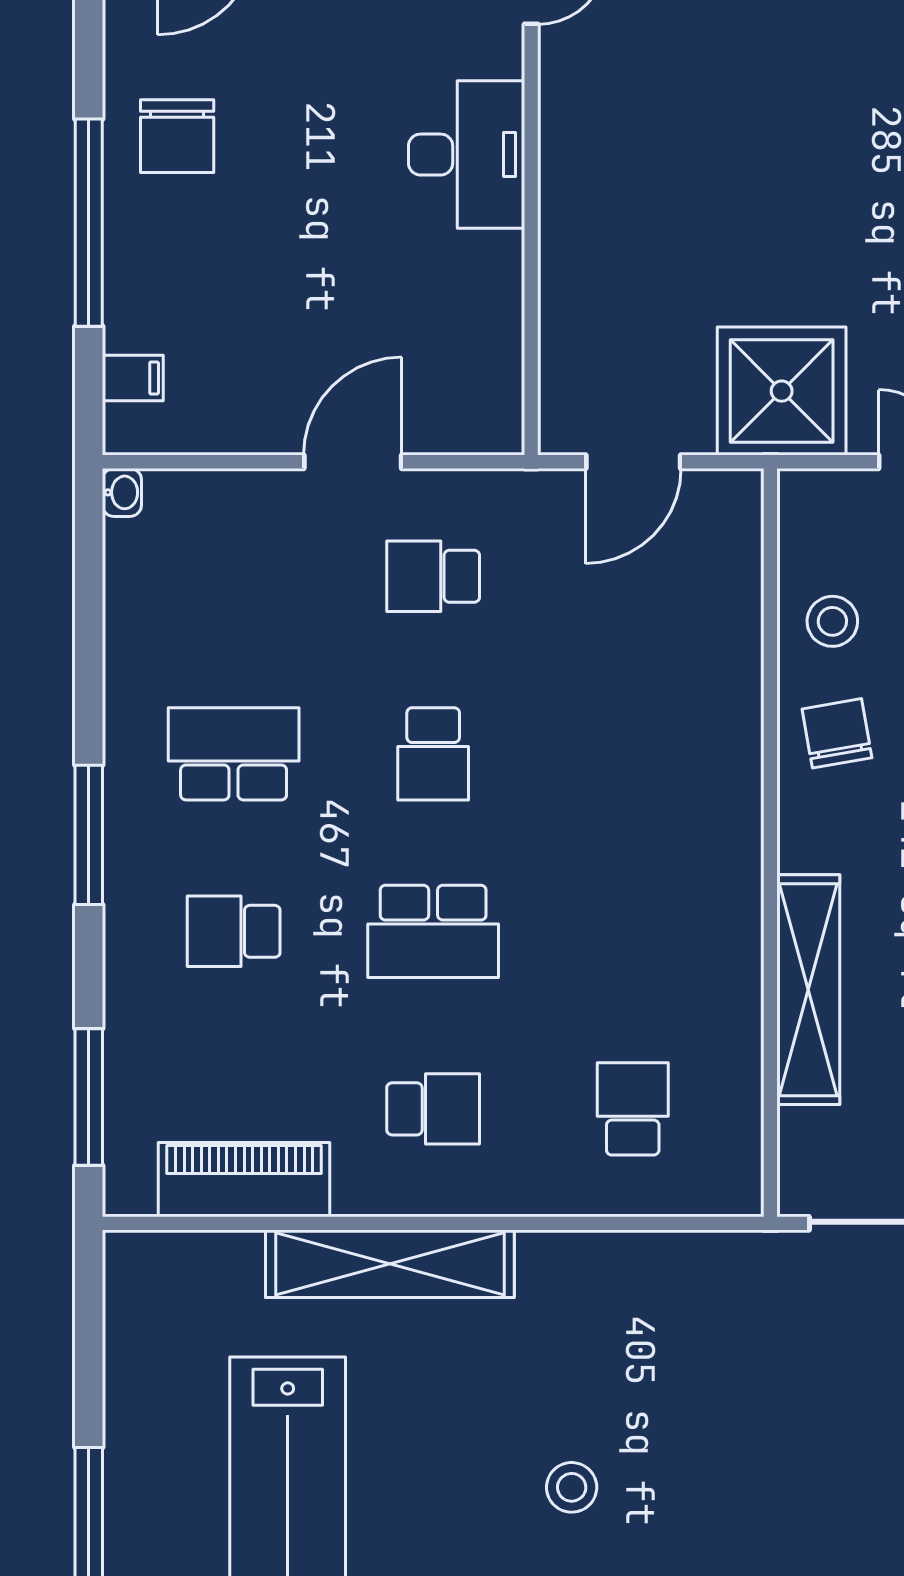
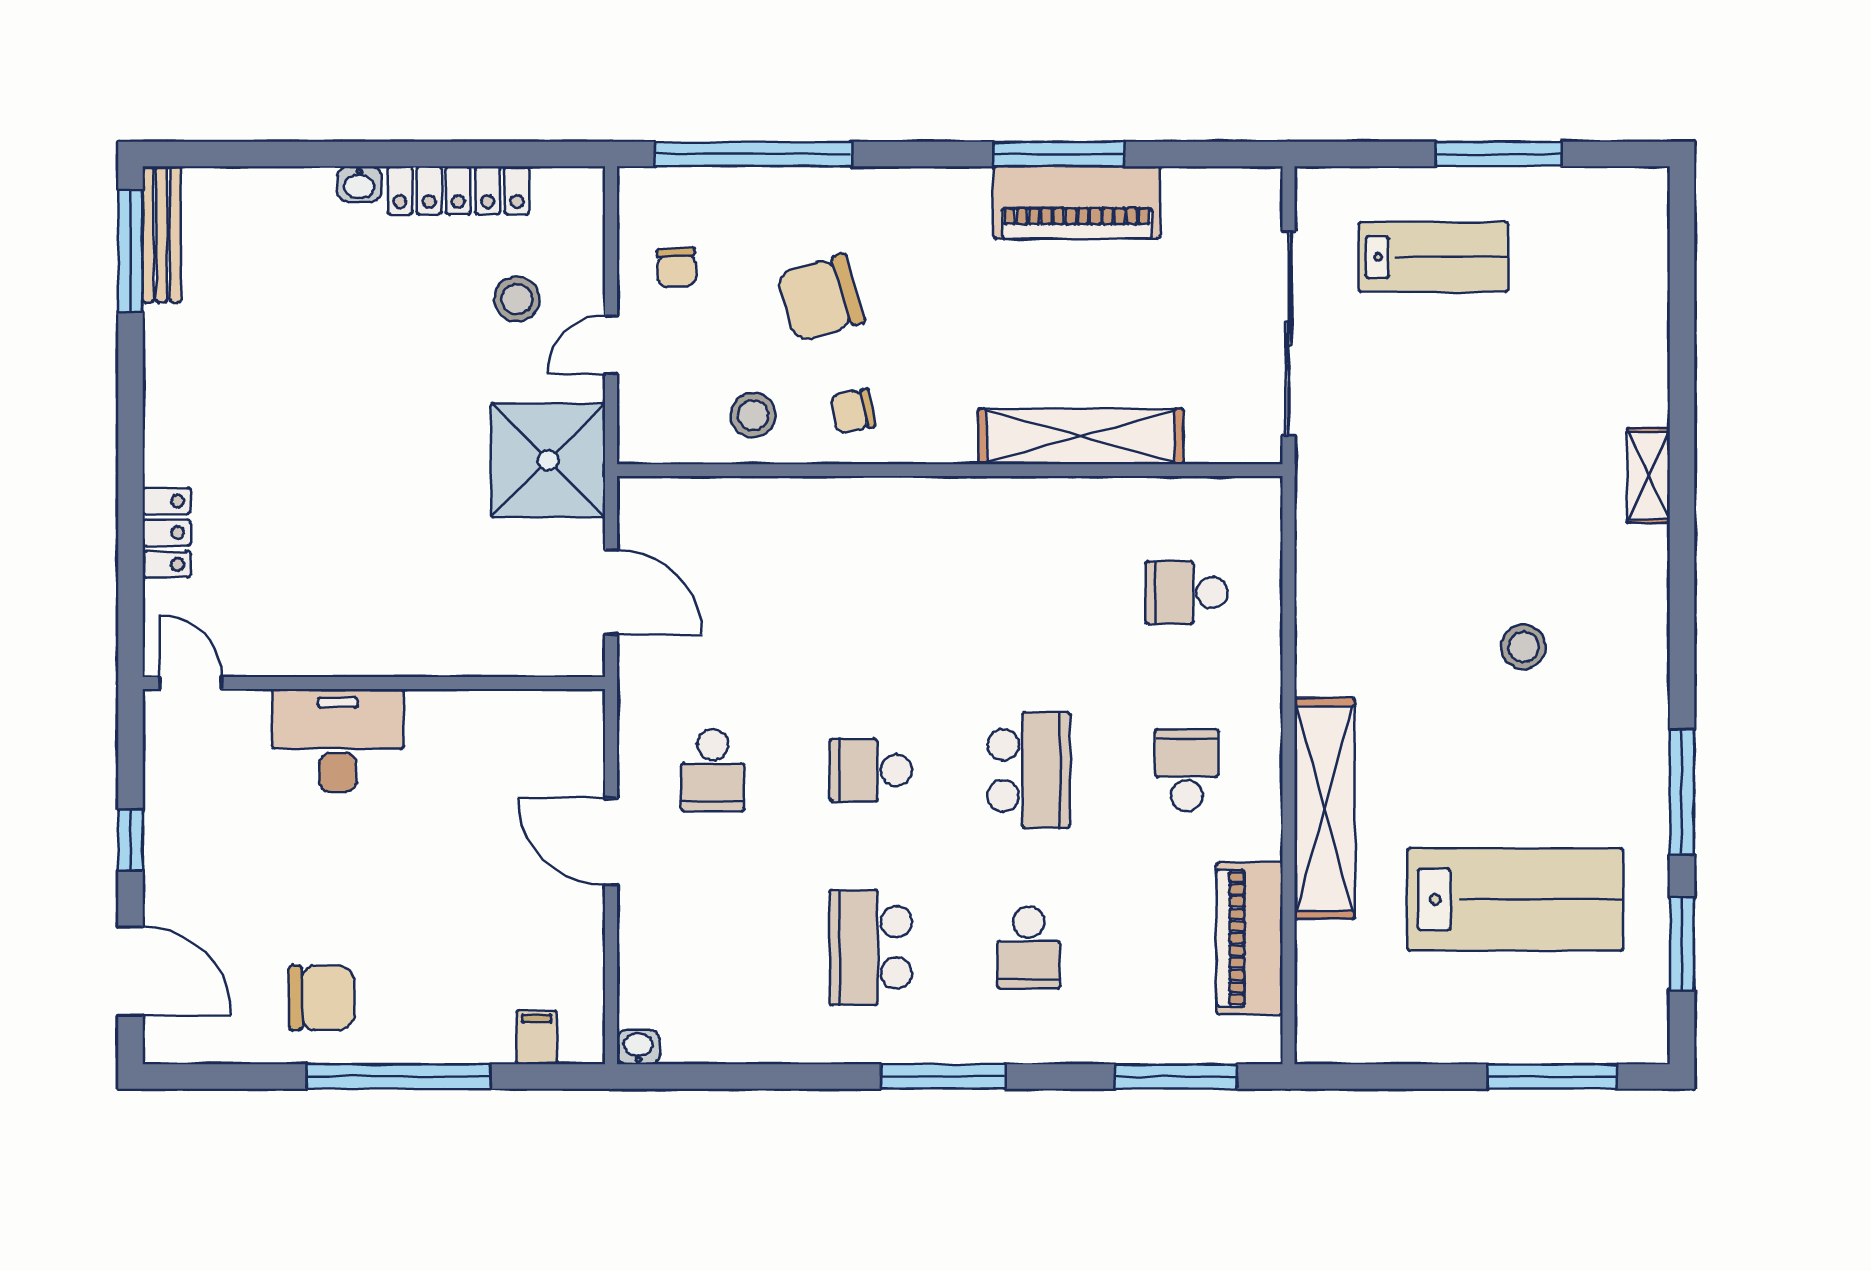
chair: (837, 733) -> (853, 411), width x0.73, depth x0.73
school desk: (433, 754) -> (871, 770), turned 180

